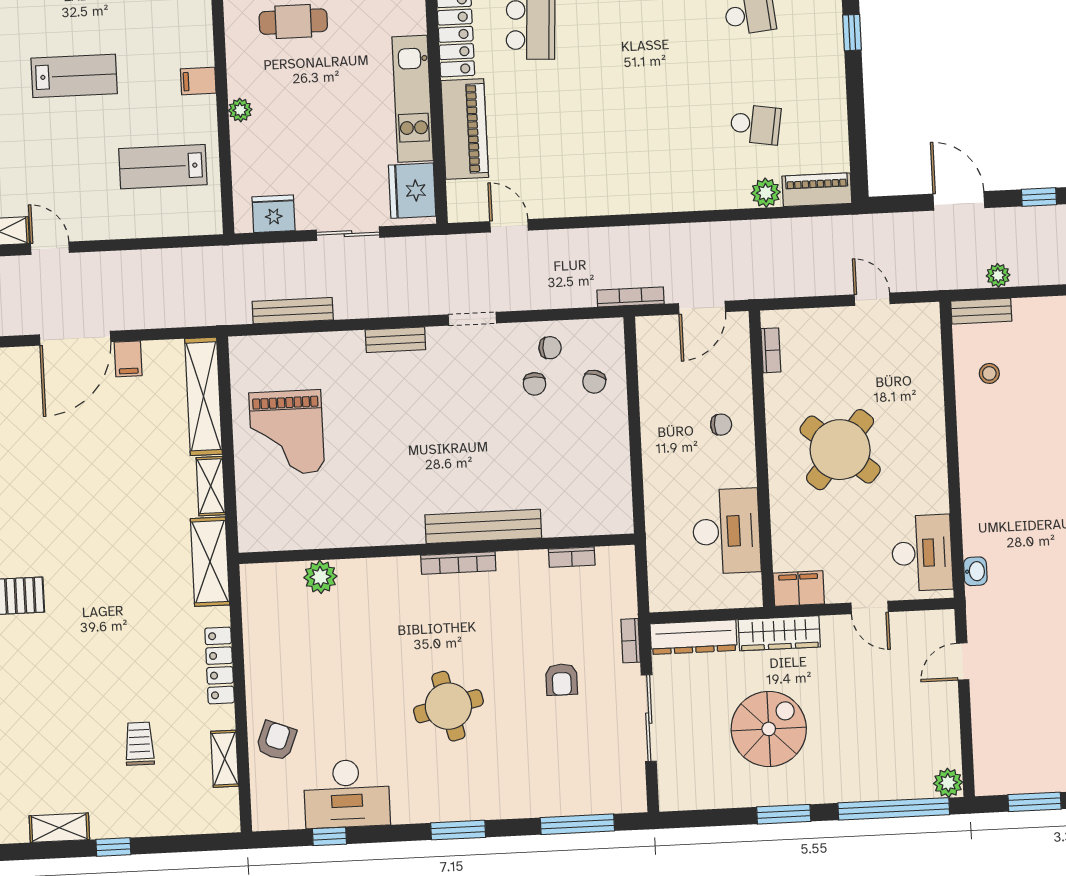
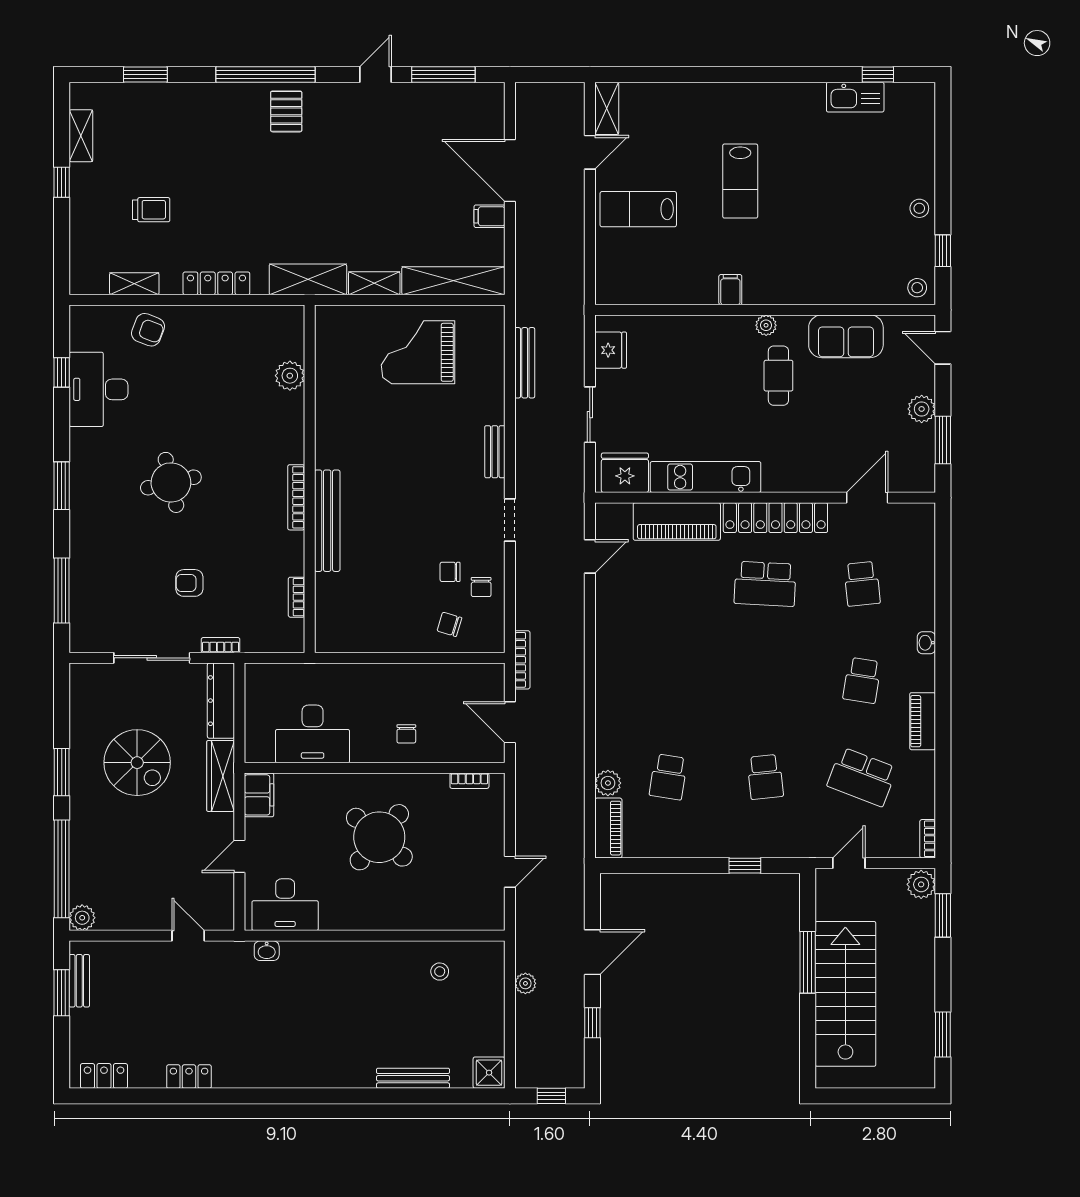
plant: (240, 110) -> (766, 325), moved
lab bench: (163, 167) -> (638, 209), moved, turned -90
bench: (981, 311) -> (79, 981), moved

